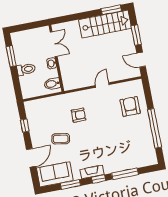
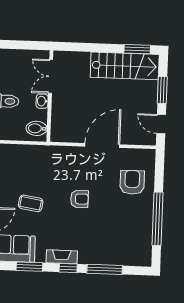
double door: (54, 44) -> (51, 76), swing flipped
door: (102, 85) -> (102, 145), width x1.88
armchair: (79, 115) -> (79, 199), moved

